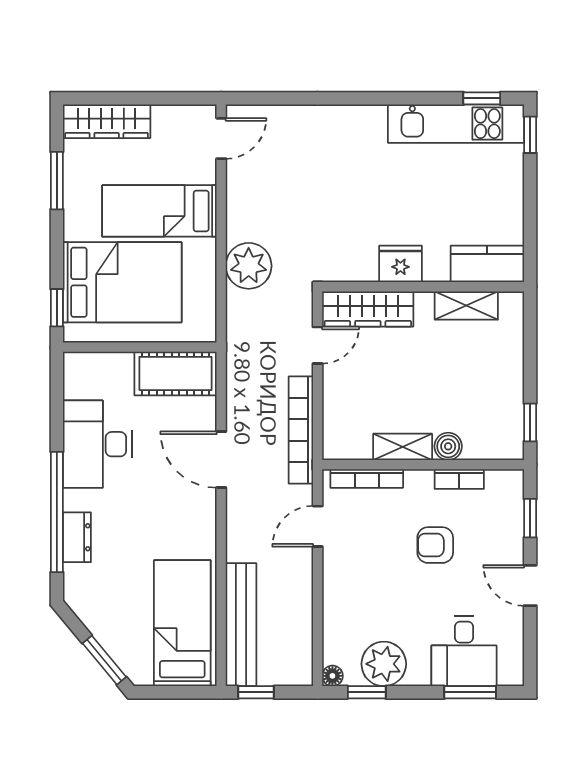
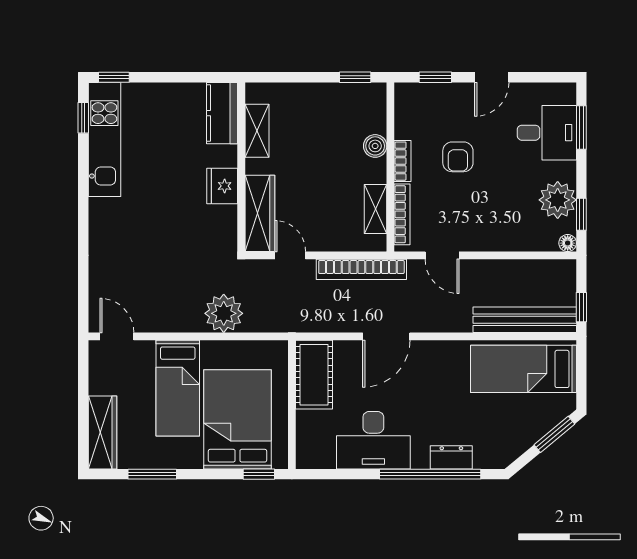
shelving: (403, 447) -> (376, 209), moved
bookcase: (459, 479) -> (403, 161), moved

